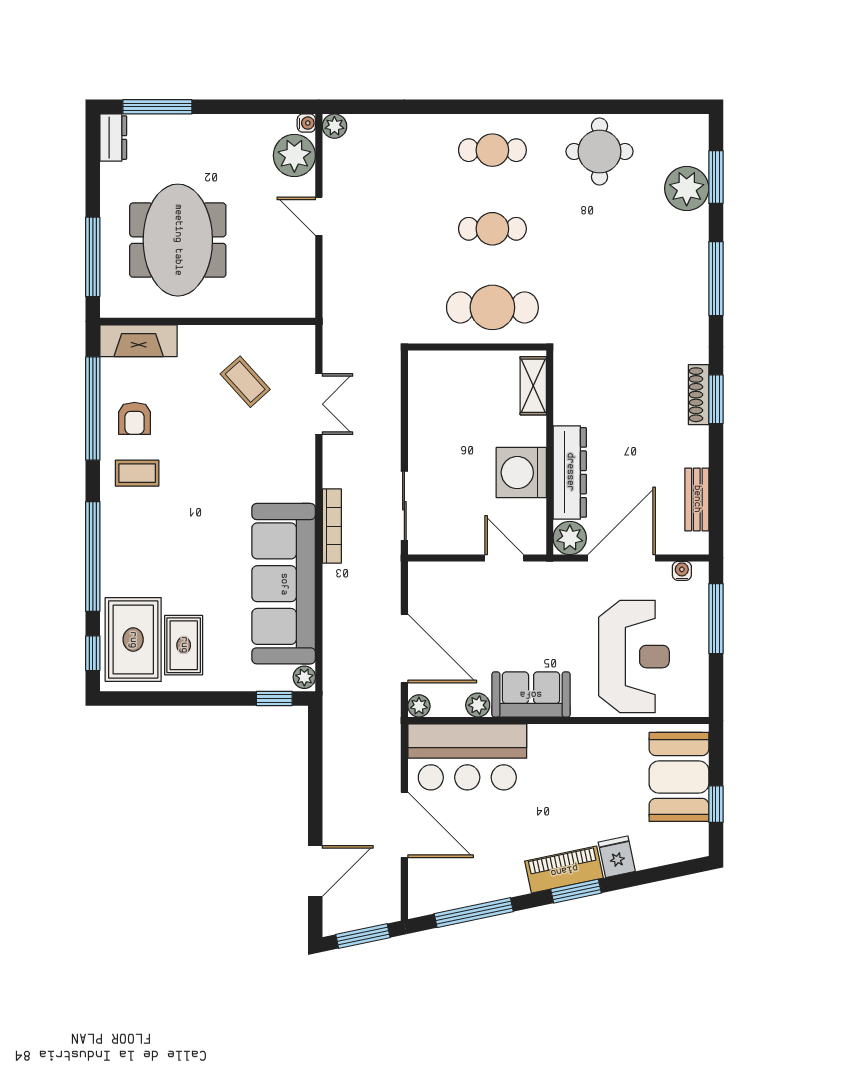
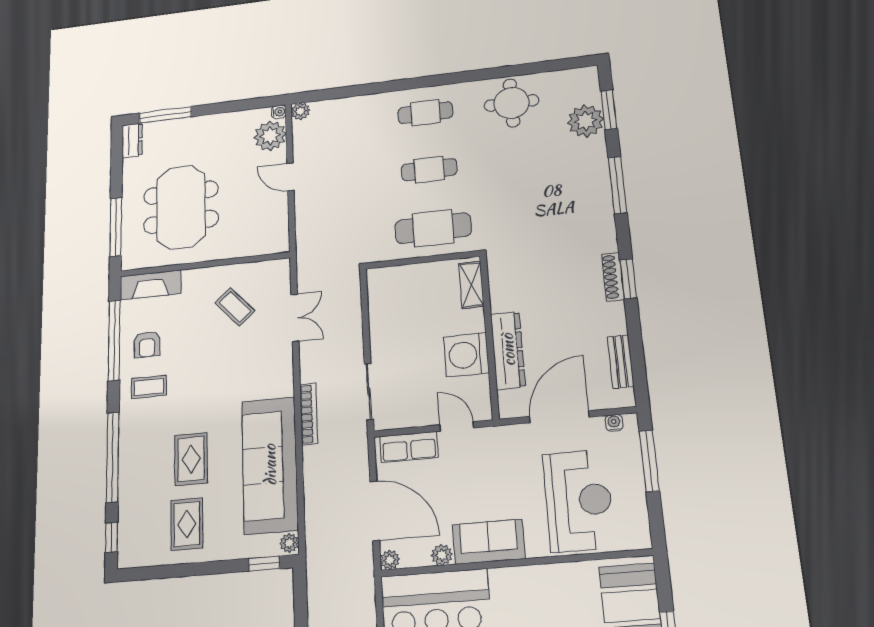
plant: (570, 538) -> (512, 404), removed
row of seats: (448, 577) -> (409, 447), added
rug: (133, 640) -> (191, 459), moved, width x0.73, depth x0.70

